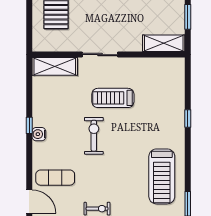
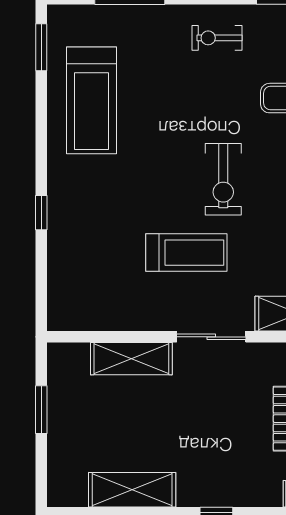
shelving: (164, 43) -> (131, 359), moved
treadmill: (162, 176) -> (91, 100), turned 180

